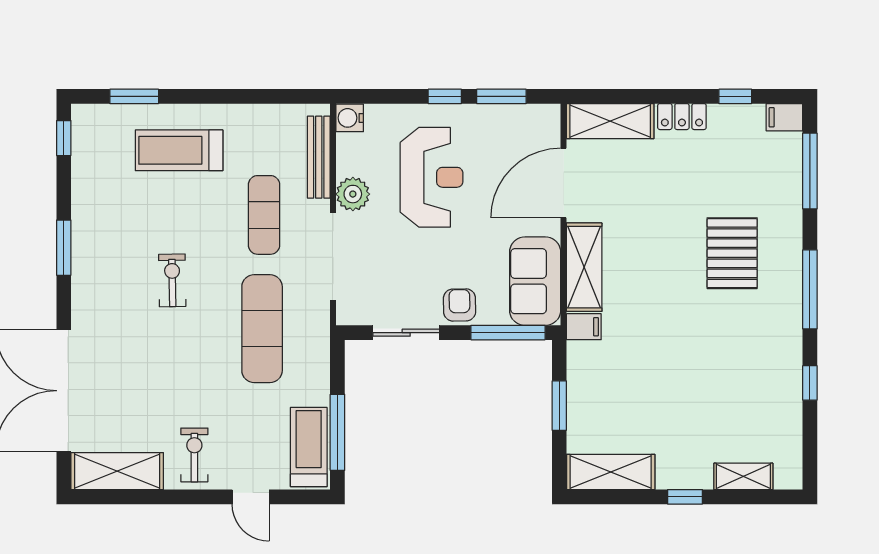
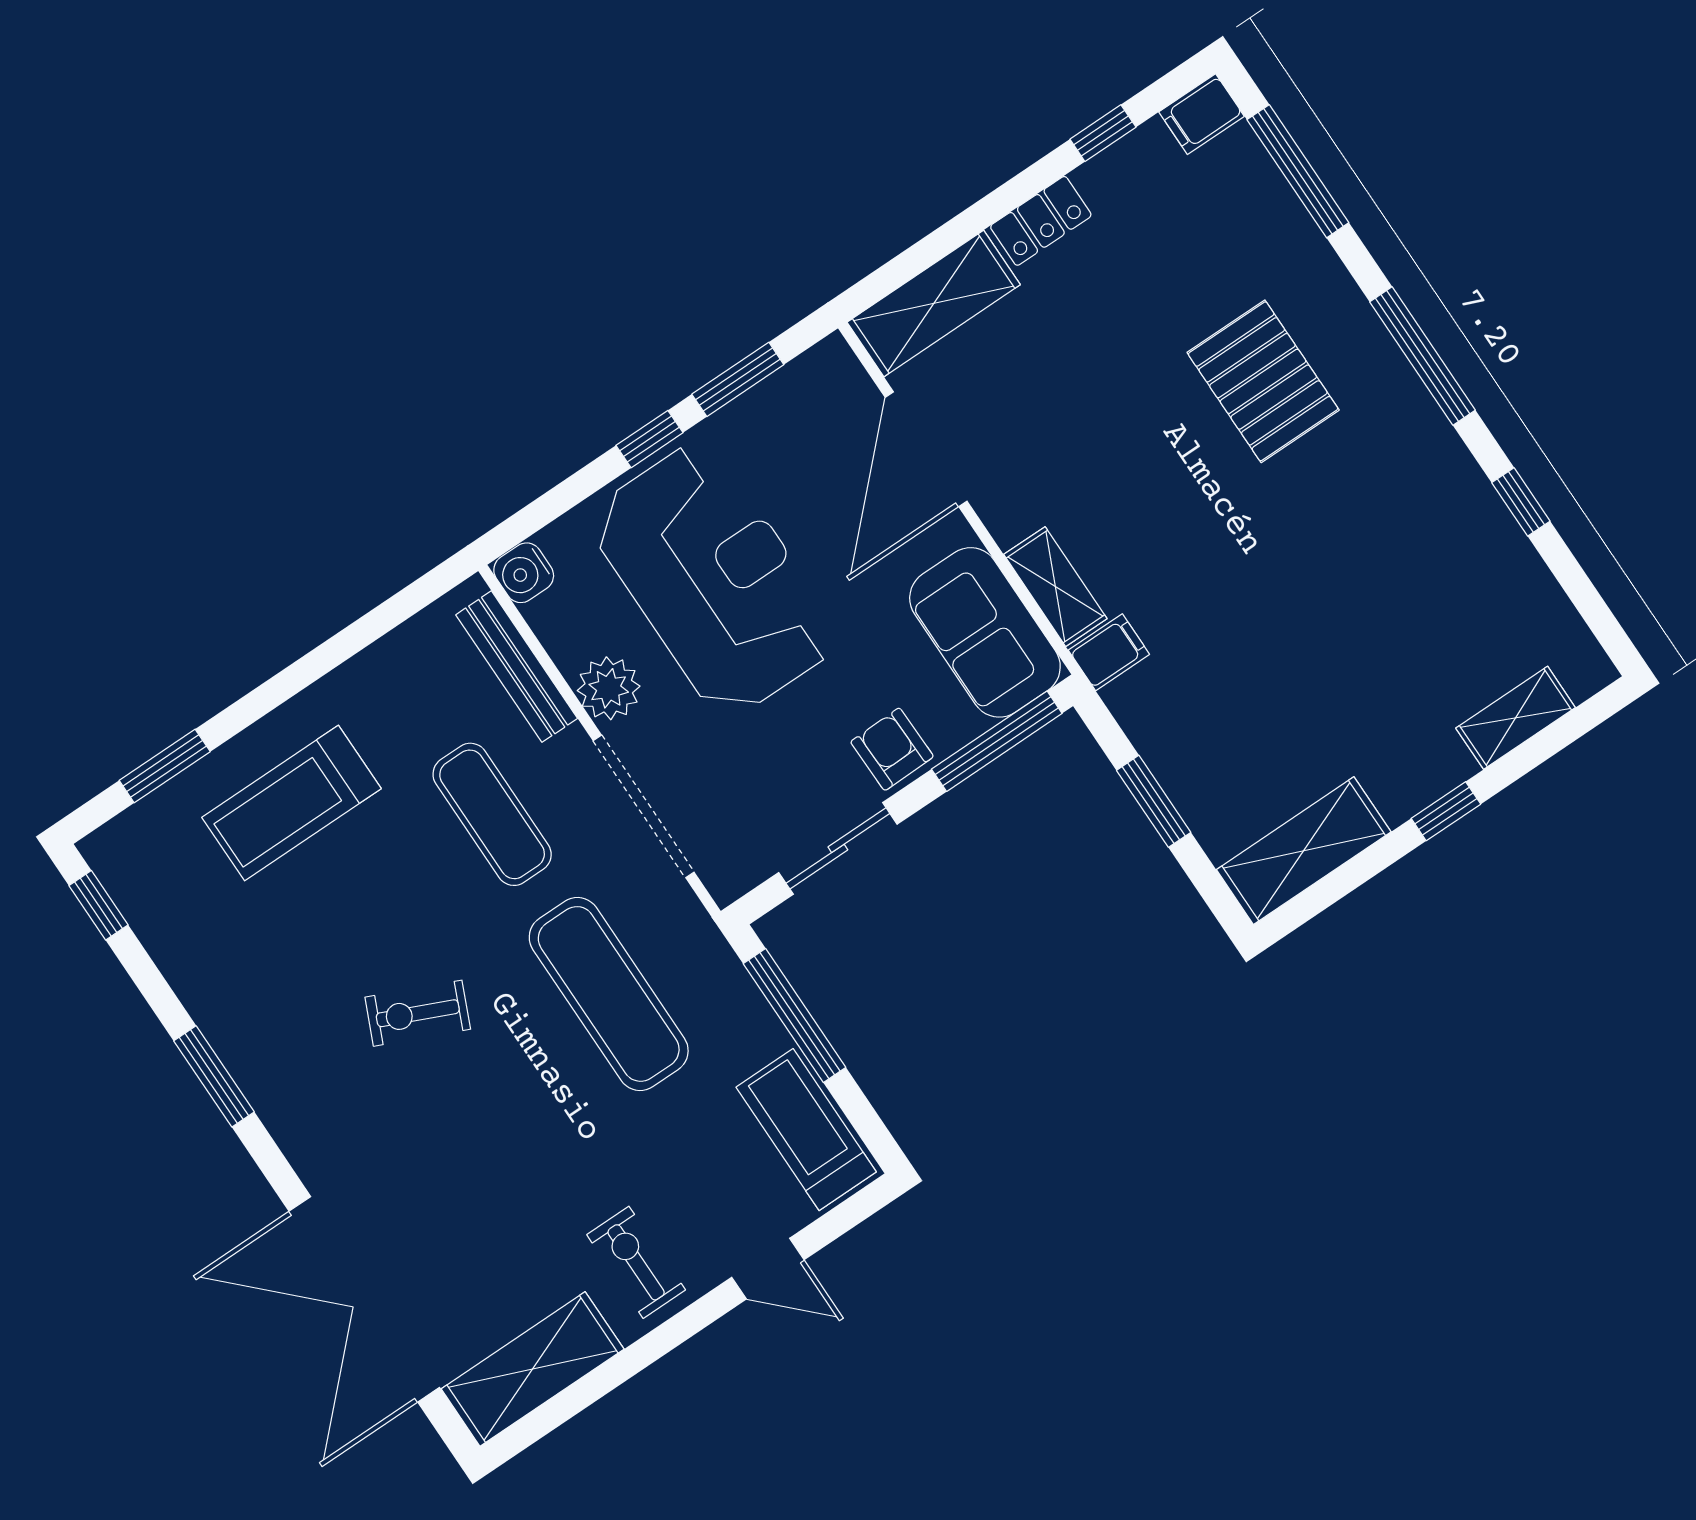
reception desk: (432, 177) -> (714, 579), width x1.36, depth x1.30
shelving: (584, 267) -> (1055, 587), width x0.67, depth x0.75
exercise bike: (172, 280) -> (418, 1013), turned -65
window: (337, 432) -> (794, 1016), moved

